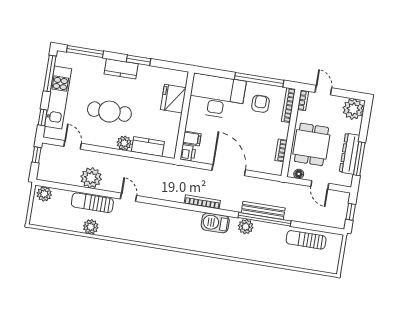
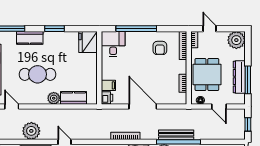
kitchen counter: (121, 69) -> (30, 38), moved
window: (259, 80) -> (136, 29), moved
desk: (217, 96) -> (113, 44), width x0.53, depth x0.77
fridge: (173, 99) -> (88, 42), moved
armchair: (260, 104) -> (160, 48), turned 180

